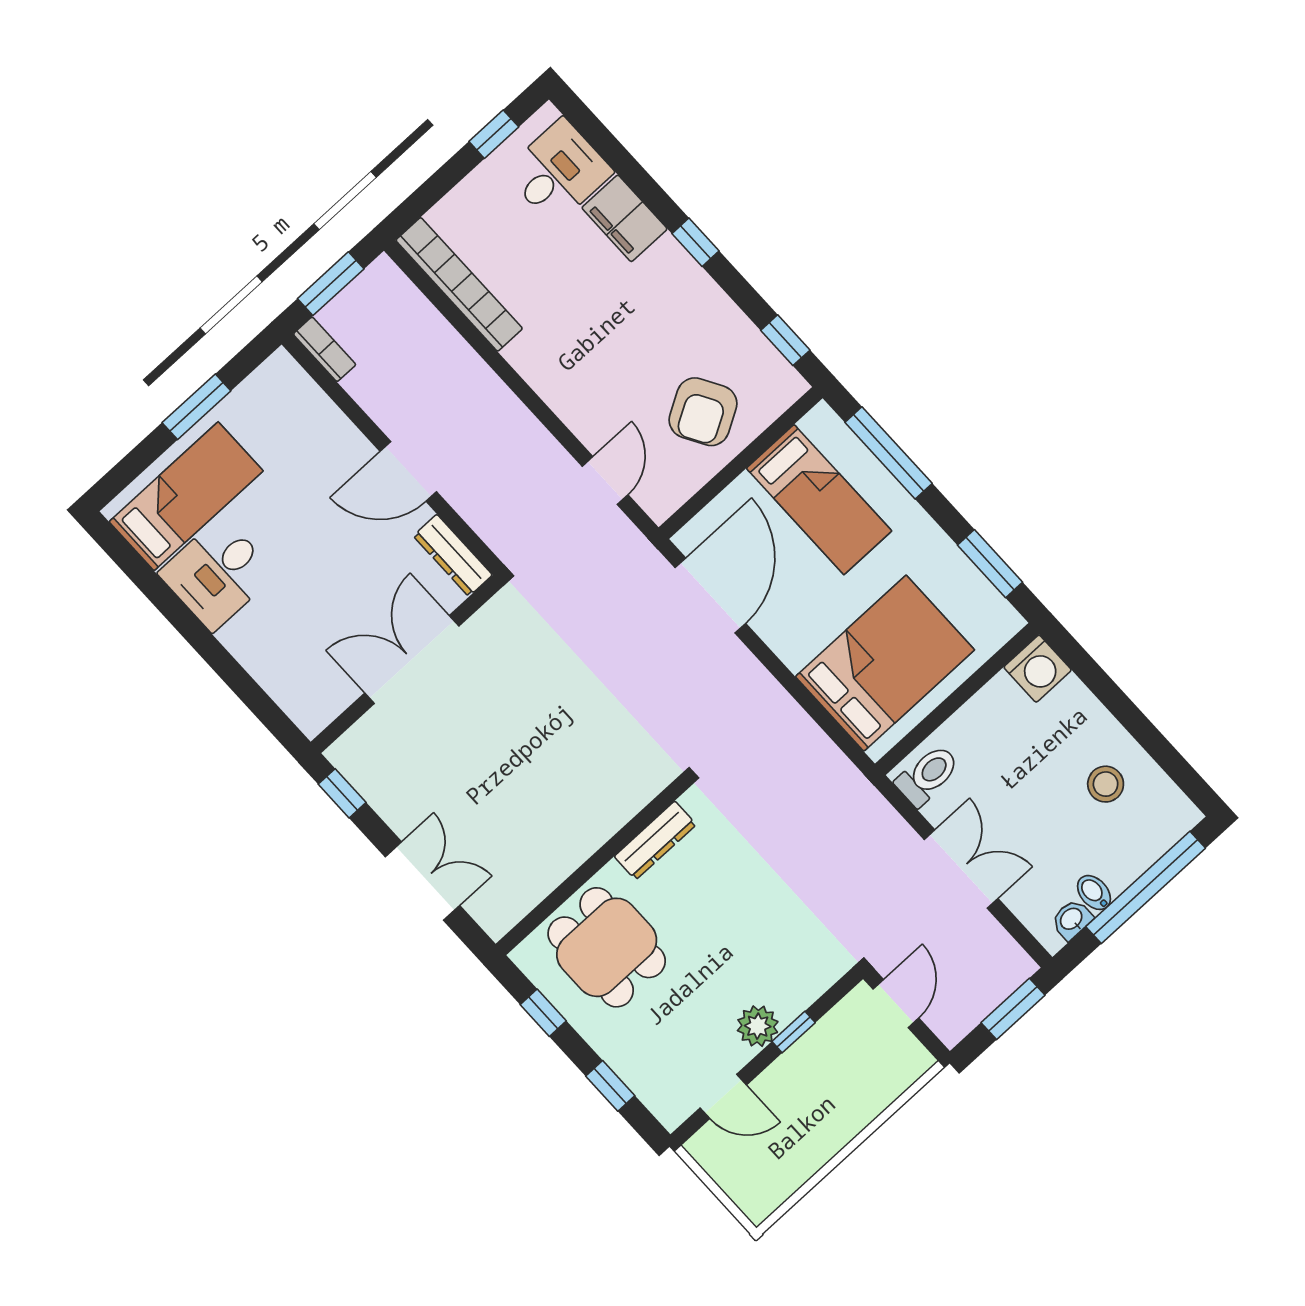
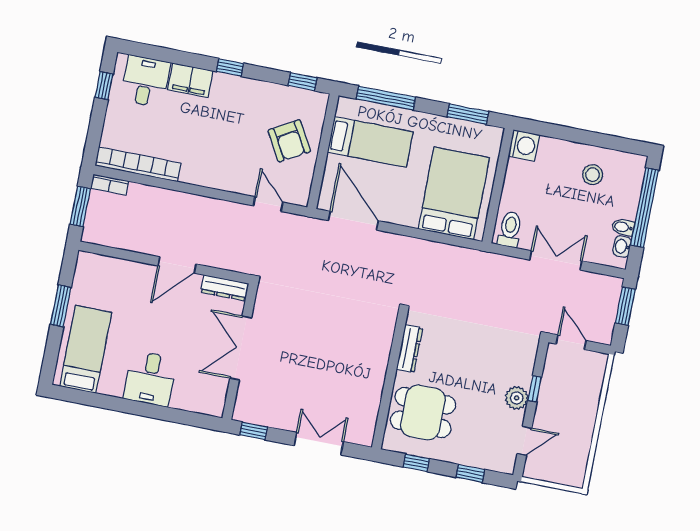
bookcase: (325, 349) -> (110, 185), moved, turned 180
desk: (217, 574) -> (150, 379), moved

